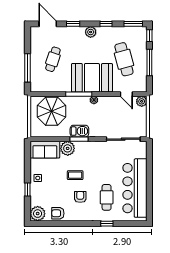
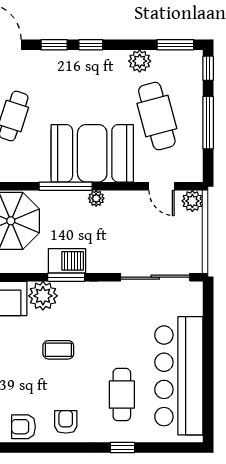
window: (106, 24) -> (91, 45), moved
plant: (91, 32) -> (140, 61), moved
armchair: (80, 197) -> (66, 422), moved

